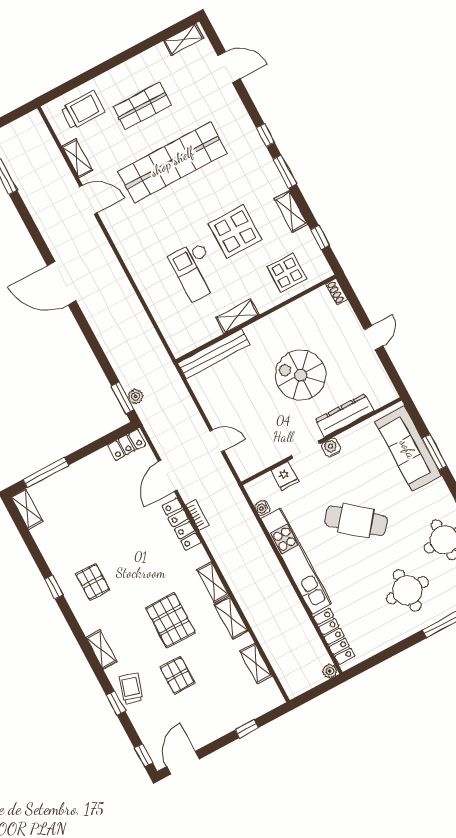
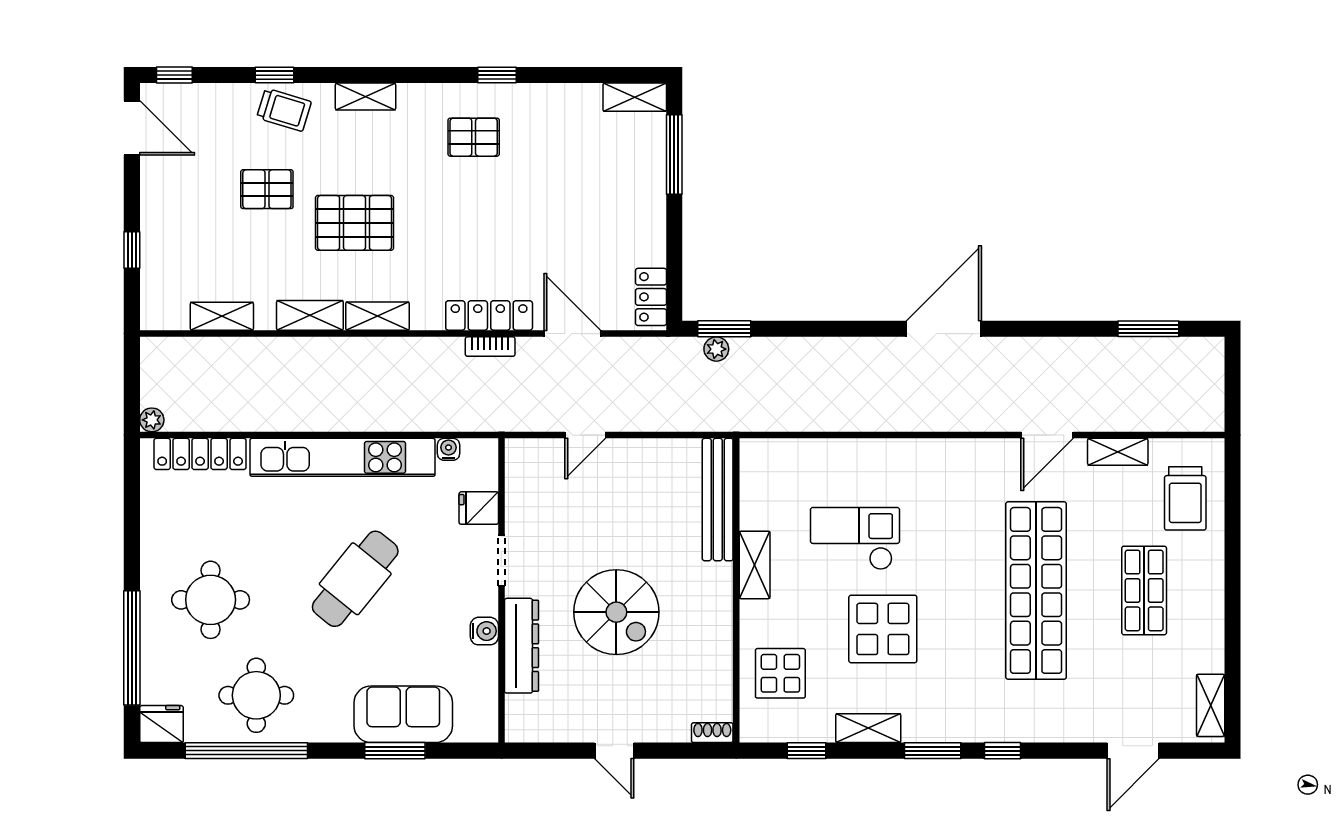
spiral stairs: (301, 375) -> (616, 612), turned 90
water cooler: (331, 447) -> (484, 631), moved
sofa: (408, 449) -> (403, 714), width x0.73

